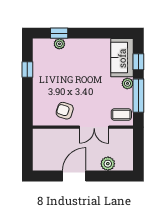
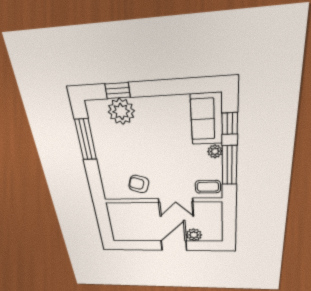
plant: (59, 44) -> (121, 111), width x1.88, depth x1.88
window: (27, 70) -> (86, 140), width x2.17
door: (74, 176) -> (174, 245), moved

